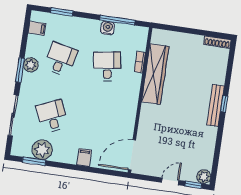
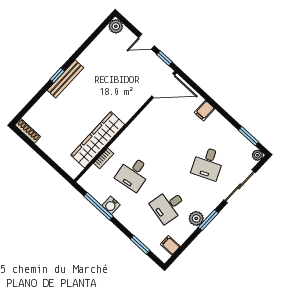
plant: (42, 150) -> (257, 155), moved, width x0.53, depth x0.53
window: (193, 185) -> (164, 58), moved

